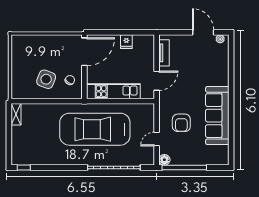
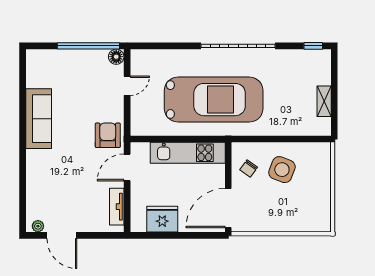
fridge: (126, 42) -> (162, 219), width x1.88, depth x1.34
shelving: (16, 114) -> (324, 101), moved
sofa: (217, 116) -> (39, 119), width x0.74, depth x0.79
armchair: (181, 123) -> (108, 135), moved
garage door: (114, 167) -> (238, 46), moved

